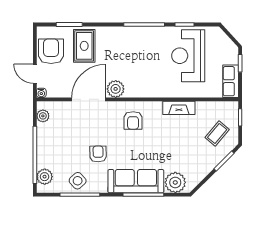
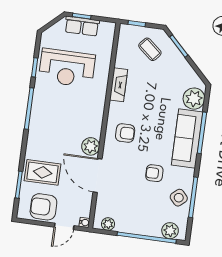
row of seats: (231, 81) -> (82, 26), moved

